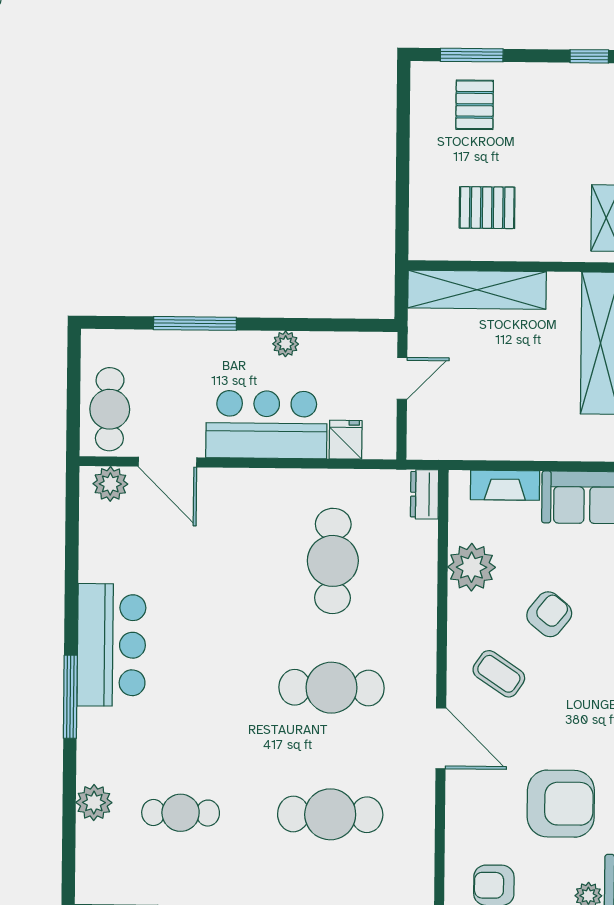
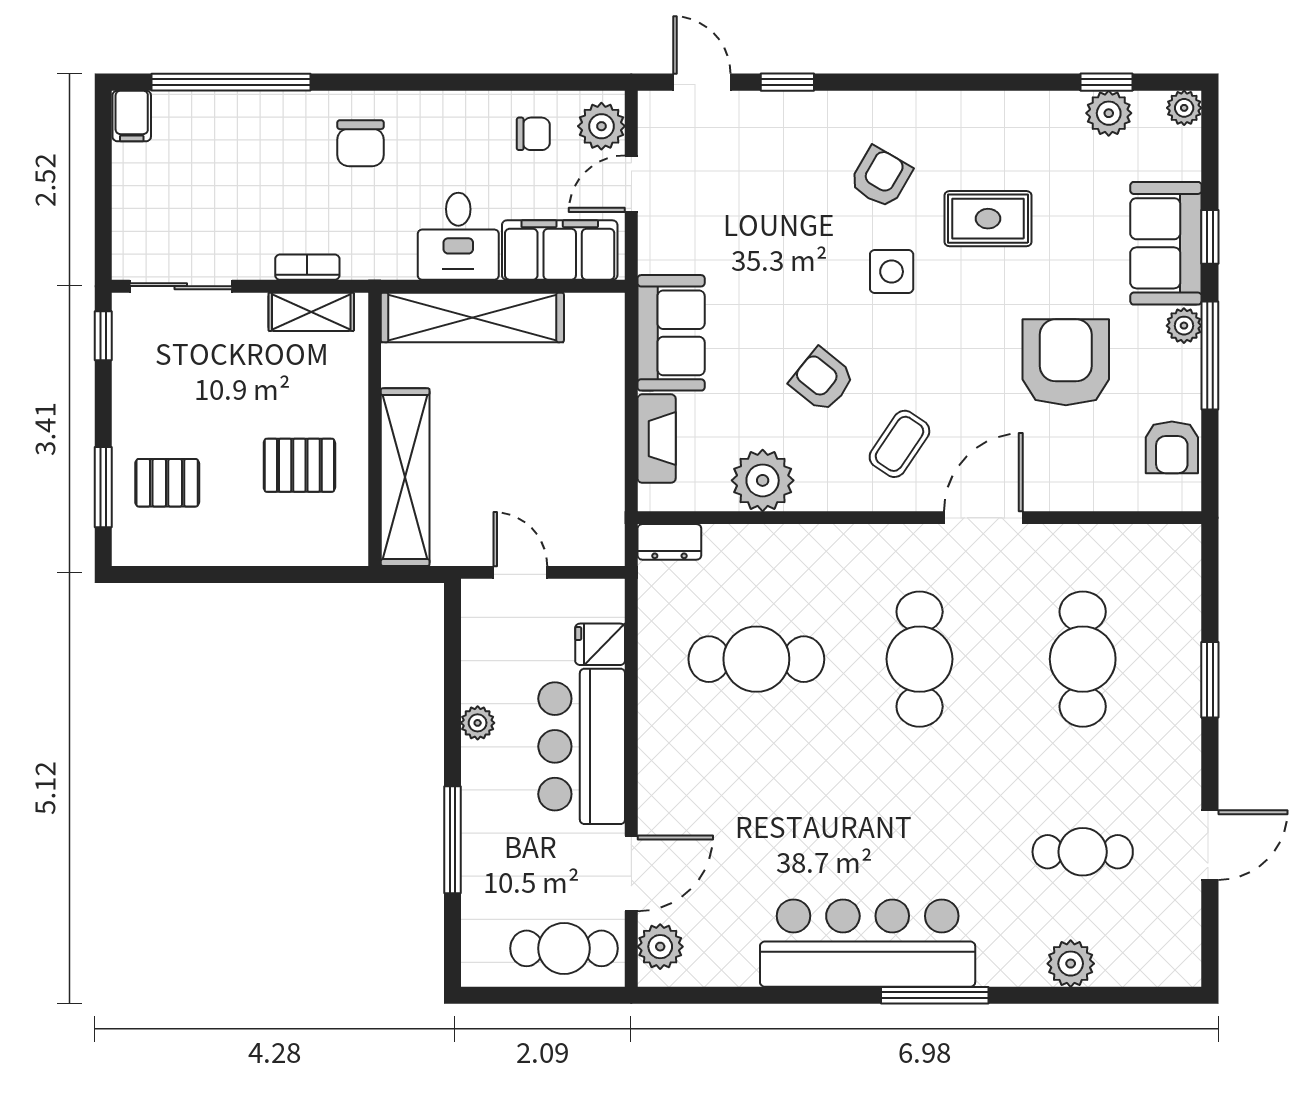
pallet: (487, 208) -> (299, 465), turned 90
bar counter: (111, 645) -> (868, 943), width x1.36
cafe table: (181, 813) -> (1083, 852), turned 90

